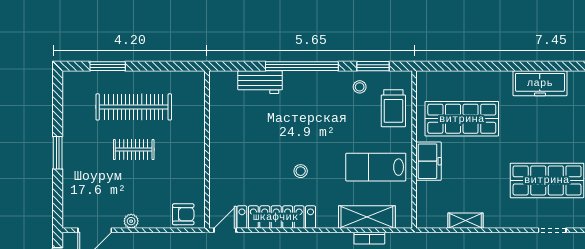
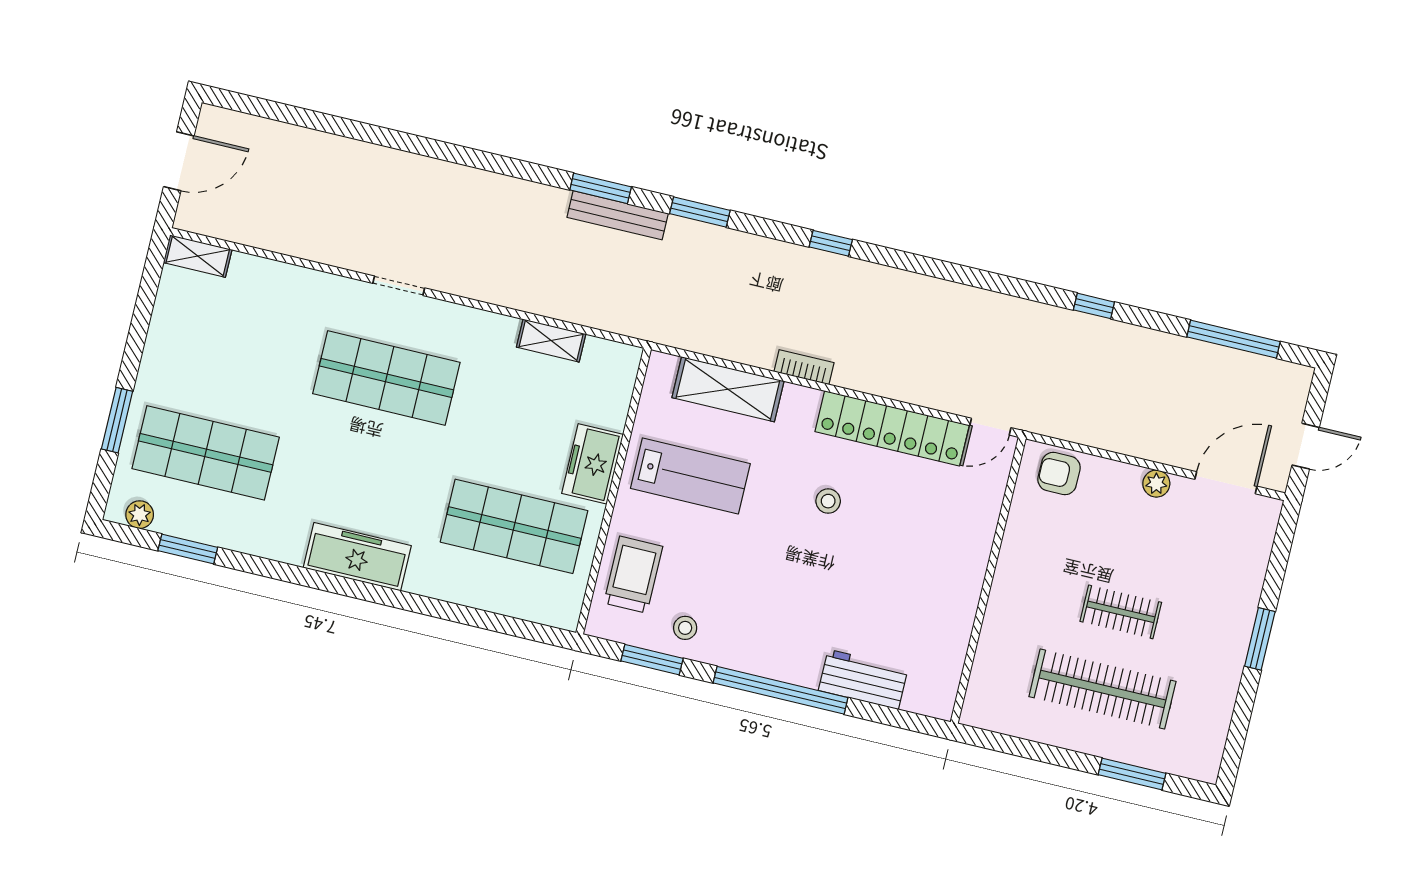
bookcase: (369, 238) -> (804, 367), moved

